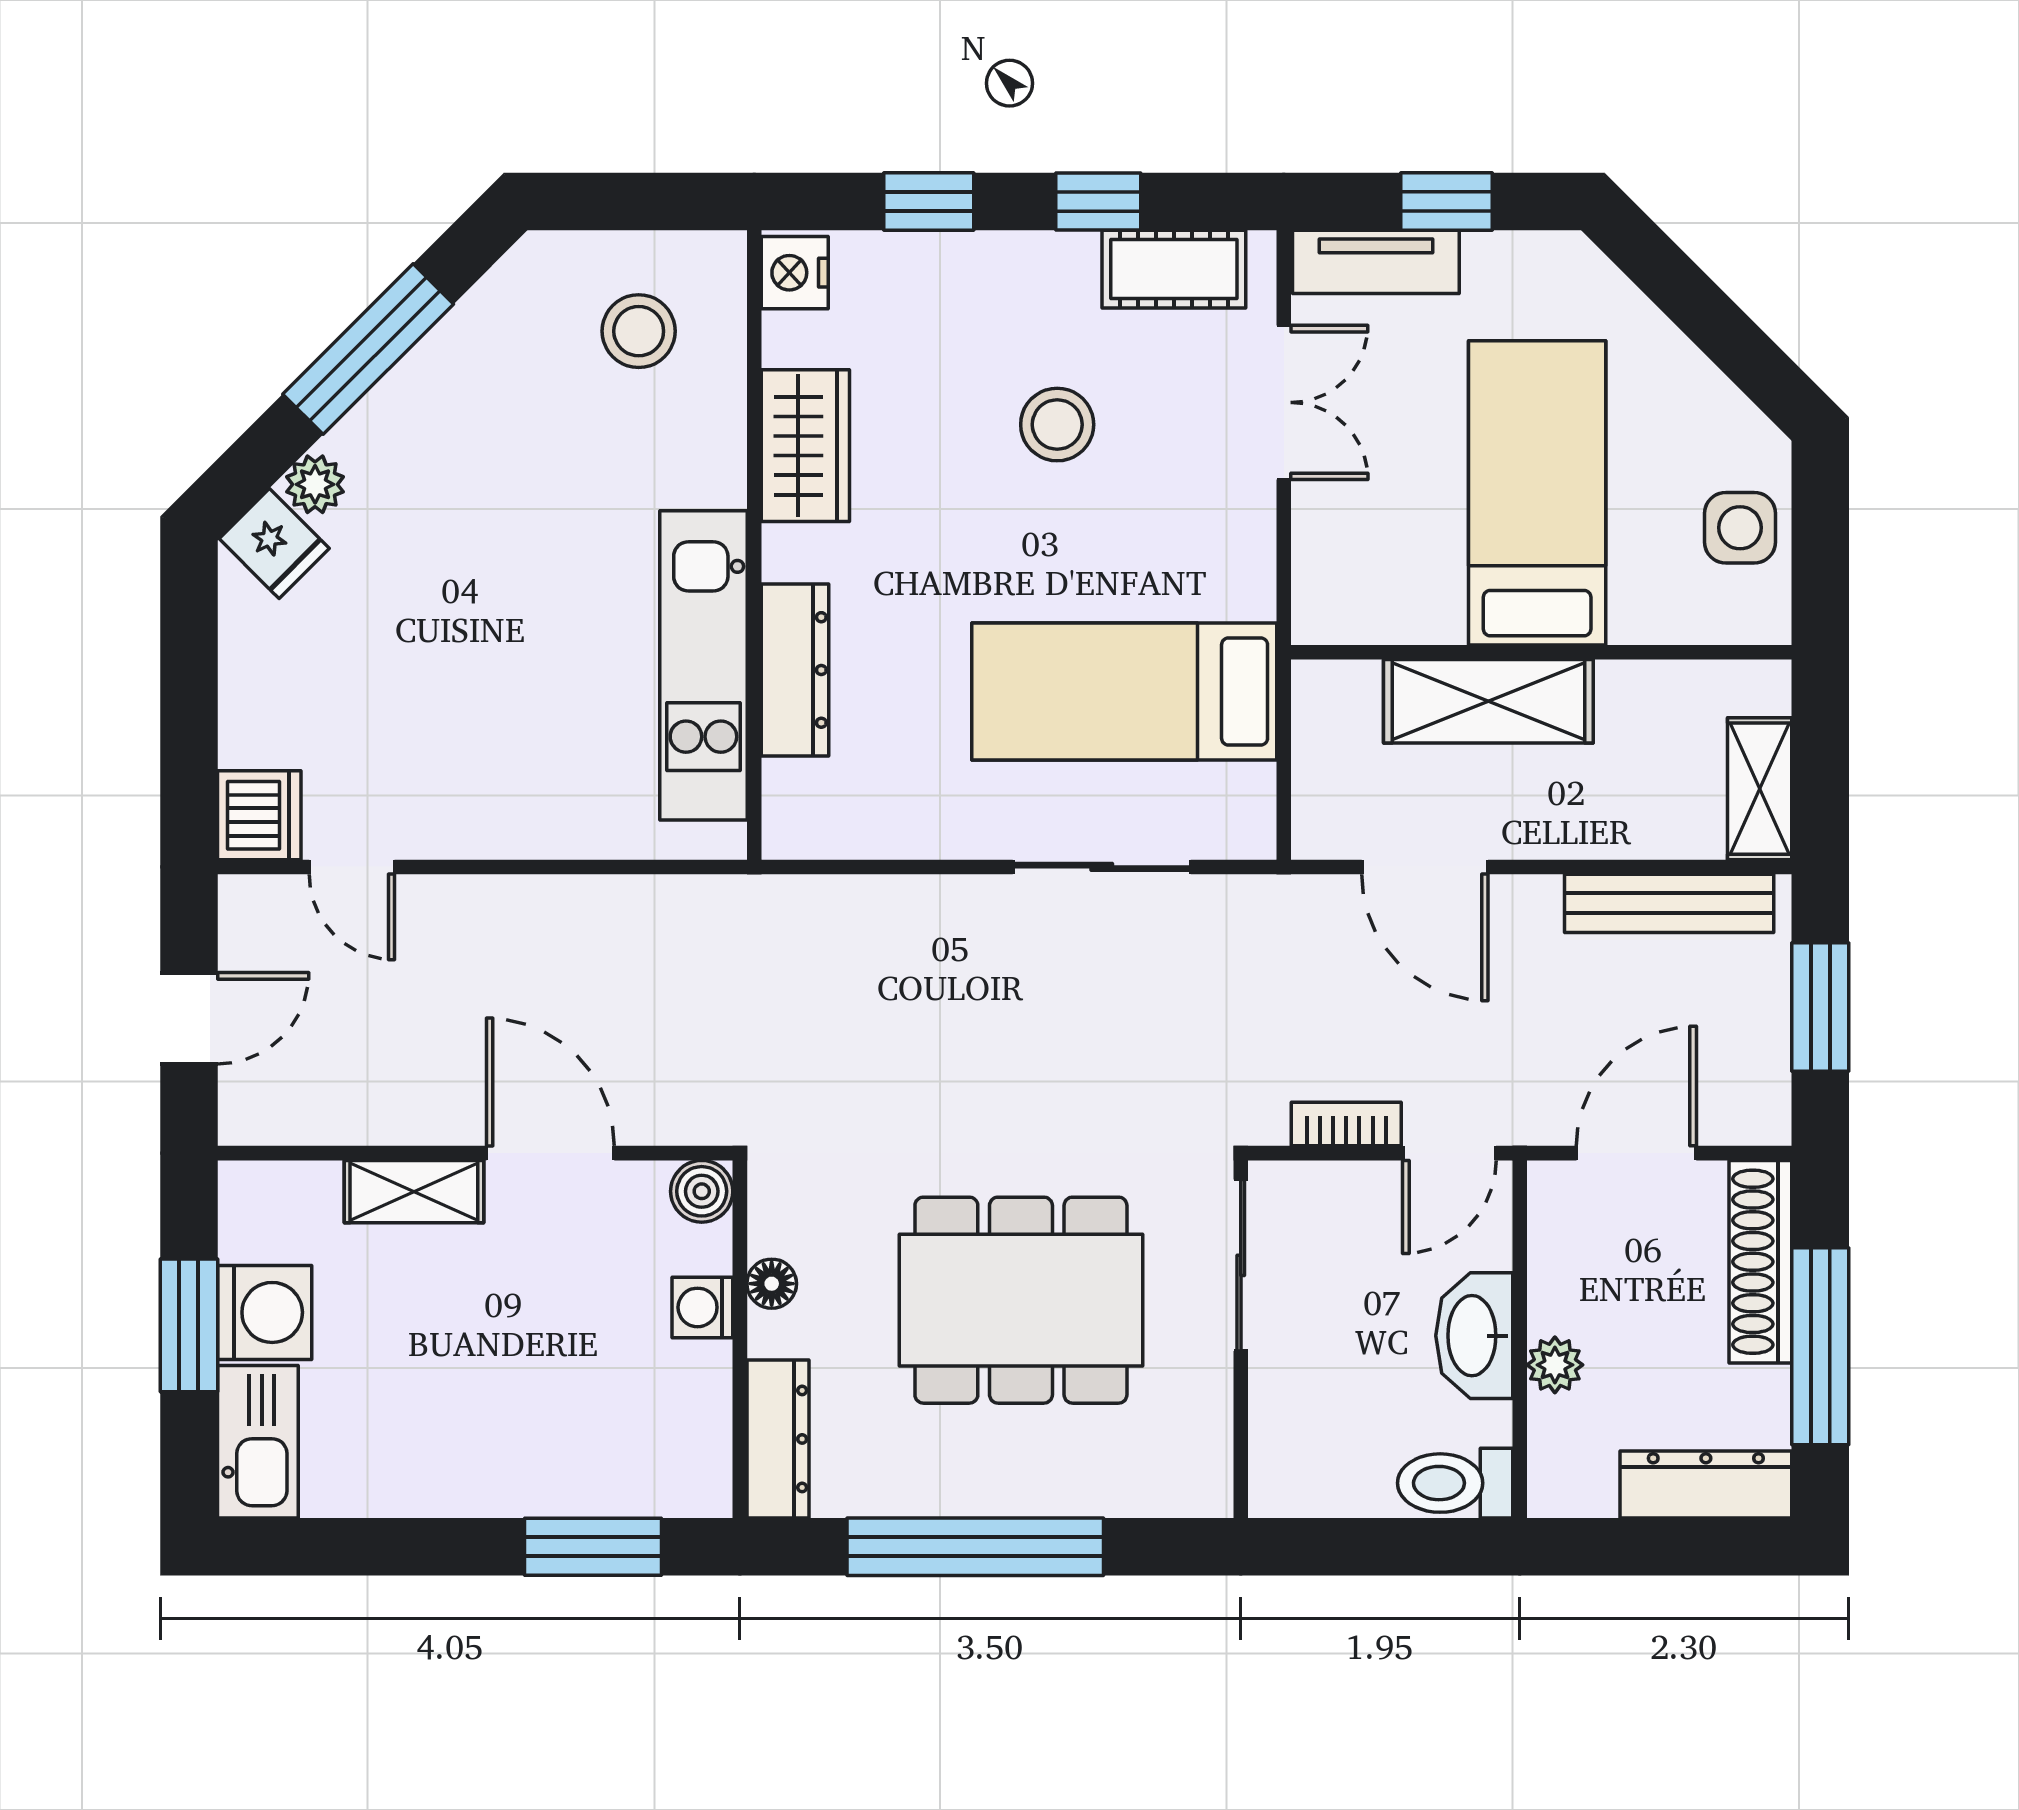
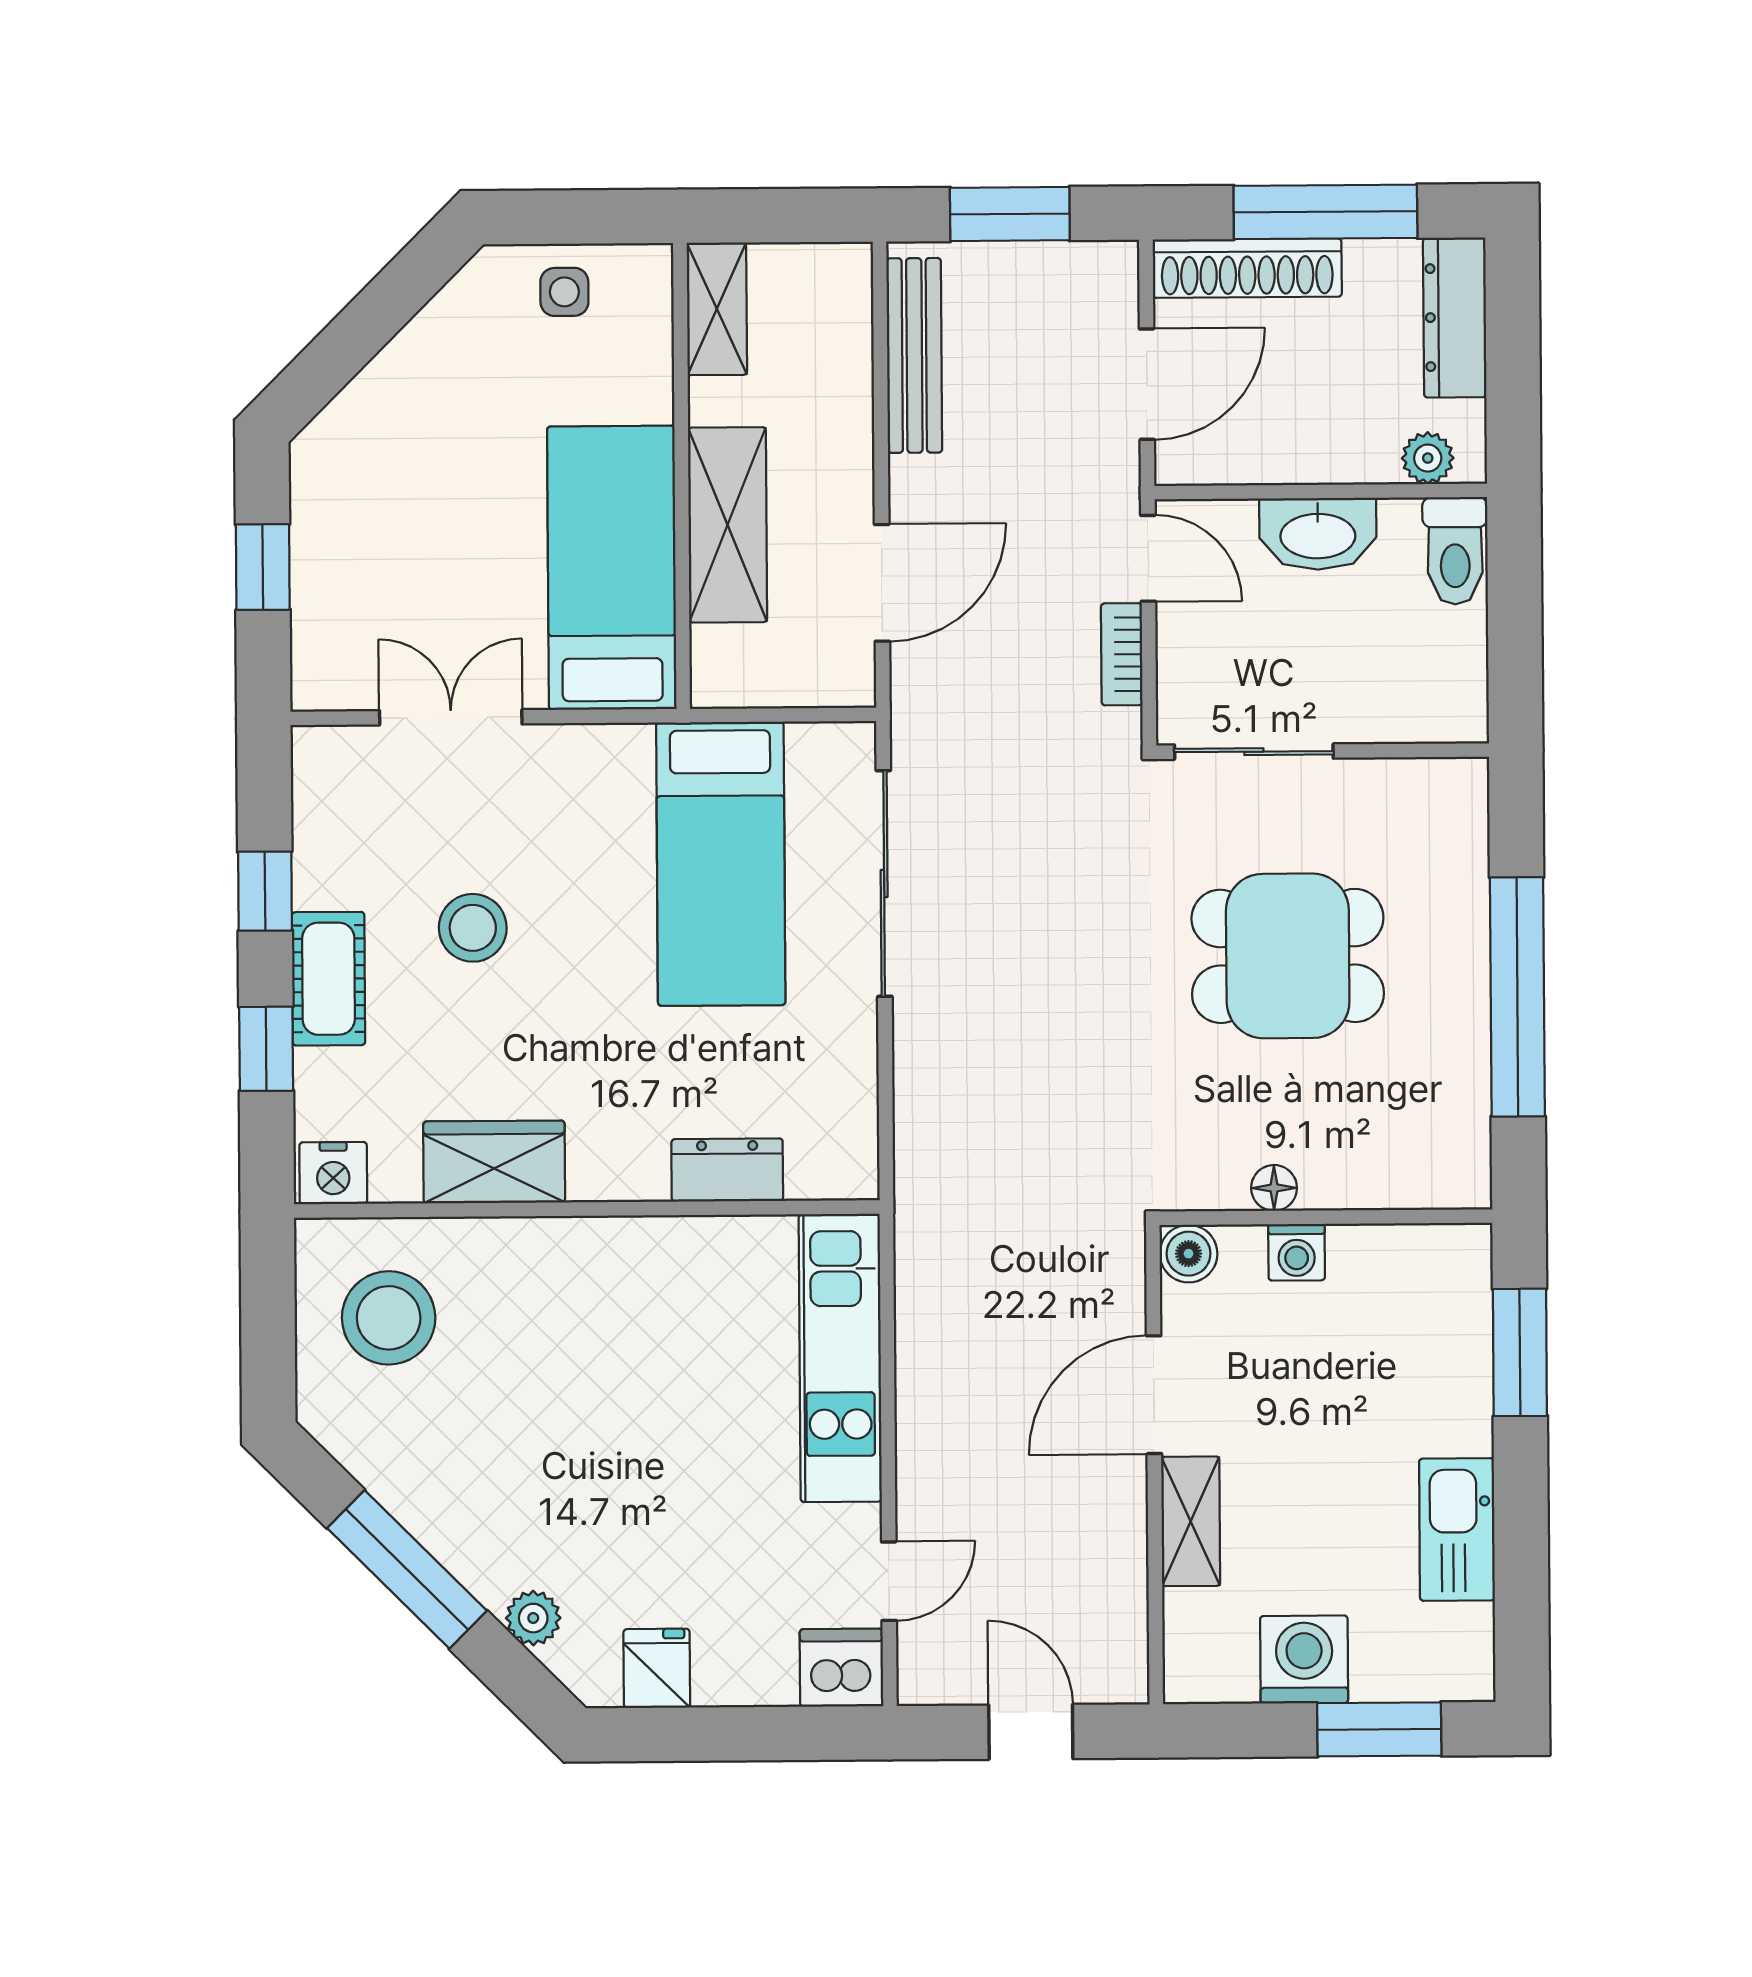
tv unit: (1376, 262) -> (319, 632), removed
cot: (1174, 269) -> (328, 979), moved
stool: (639, 331) -> (389, 1318), width x1.38, depth x1.38
bed: (1537, 493) -> (612, 568), moved, turned 90
side table: (1740, 528) -> (564, 292), width x0.73, depth x0.73
fridge: (274, 544) -> (657, 1668), moved, turned -45
kitchen unit: (703, 665) -> (840, 1358), moved, turned 90
dresser: (795, 670) -> (727, 1170), width x0.70
shelving: (1760, 789) -> (717, 309), moved, turned 90
sliding door: (1102, 867) -> (884, 884), width x1.37
door: (1636, 1153) -> (1147, 384), swing flipped
dining table: (1021, 1300) -> (1288, 956), width x0.73
window: (189, 1325) -> (1379, 1729), moved
plant: (1555, 1365) -> (1428, 458), moved
dresser: (778, 1439) -> (1418, 1181), removed
kitchen sink: (258, 1442) -> (1457, 1529), moved, turned -90

